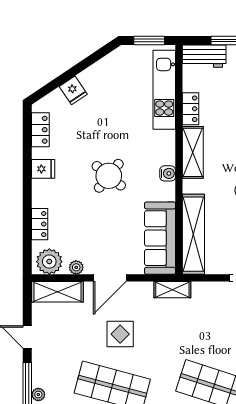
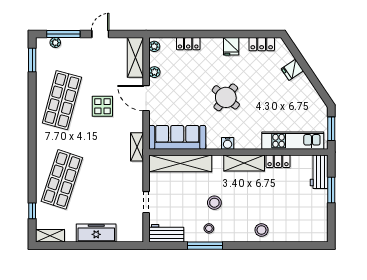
plant: (49, 262) -> (154, 46), width x0.53, depth x0.53

